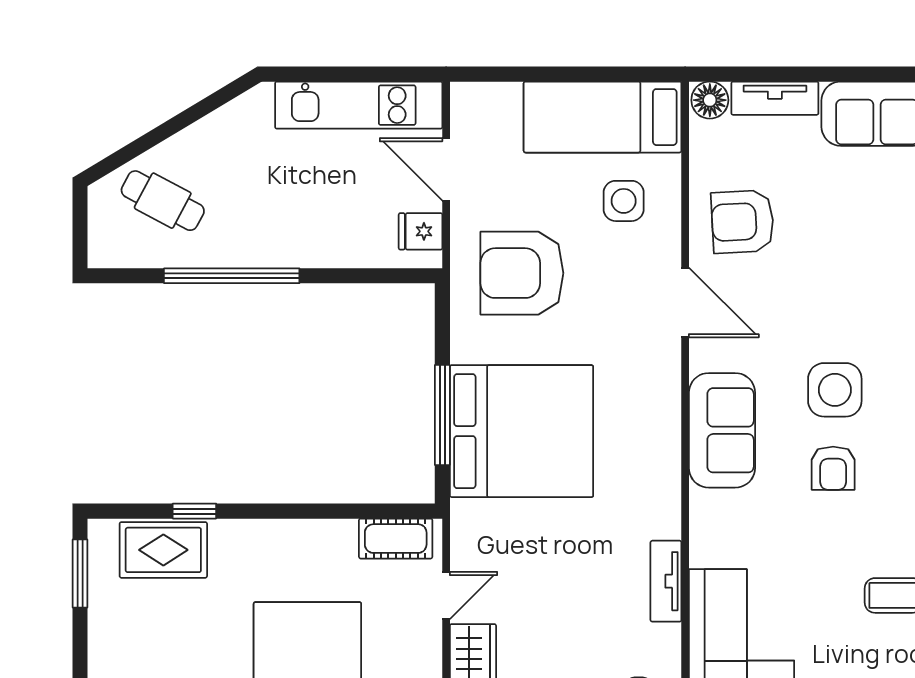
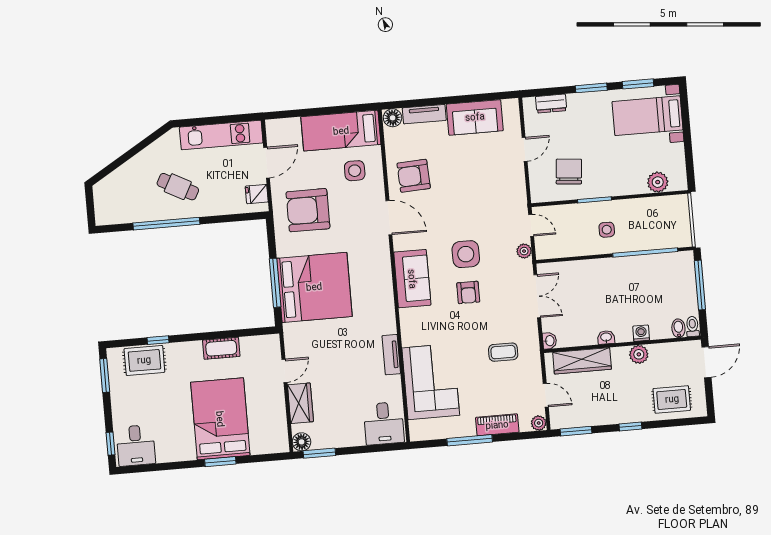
door: (446, 169) -> (267, 163), swing flipped
cafe table: (163, 201) -> (178, 187), moved
cot: (396, 539) -> (221, 348), moved

